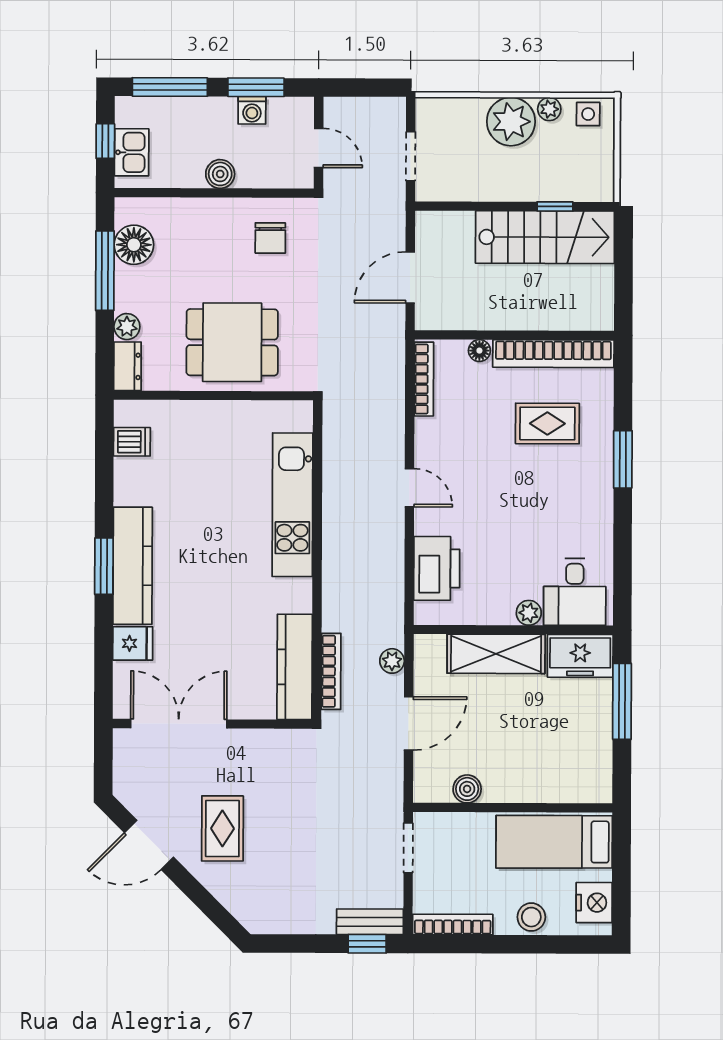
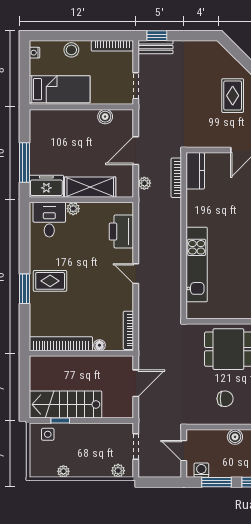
washing machine: (252, 110) -> (201, 470), moved
side table: (588, 114) -> (48, 434), moved
plant: (511, 122) -> (118, 471), moved, width x0.53, depth x0.53
chair: (270, 238) -> (225, 399), moved, turned 90
rug: (547, 423) -> (50, 281), moved
kitchen counter: (295, 667) -> (195, 171), width x0.67
nightstand: (594, 903) -> (34, 53), width x0.53, depth x0.56

